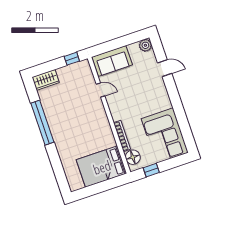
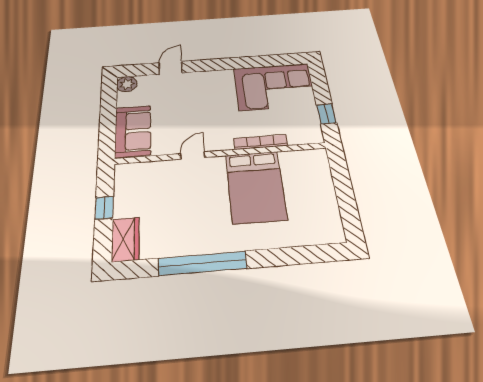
window: (72, 59) -> (104, 208), moved
door: (100, 90) -> (193, 155), moved
floor lamp: (133, 157) -> (300, 134), removed
bed: (102, 167) -> (256, 187), moved

